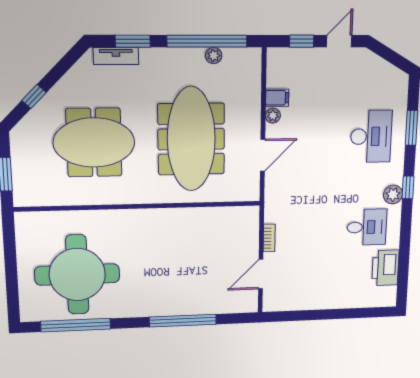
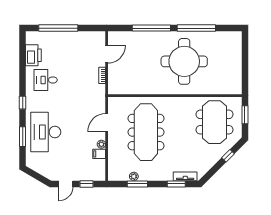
window: (207, 41) -> (137, 184), width x0.47
desk: (371, 136) -> (46, 132), width x1.36, depth x1.30
meeting table: (94, 142) -> (215, 122), moved, turned 90
plant: (393, 194) -> (31, 99), removed
round table: (77, 275) -> (184, 61), moved
window: (342, 314) -> (58, 28), added
window: (76, 325) -> (196, 28), moved

